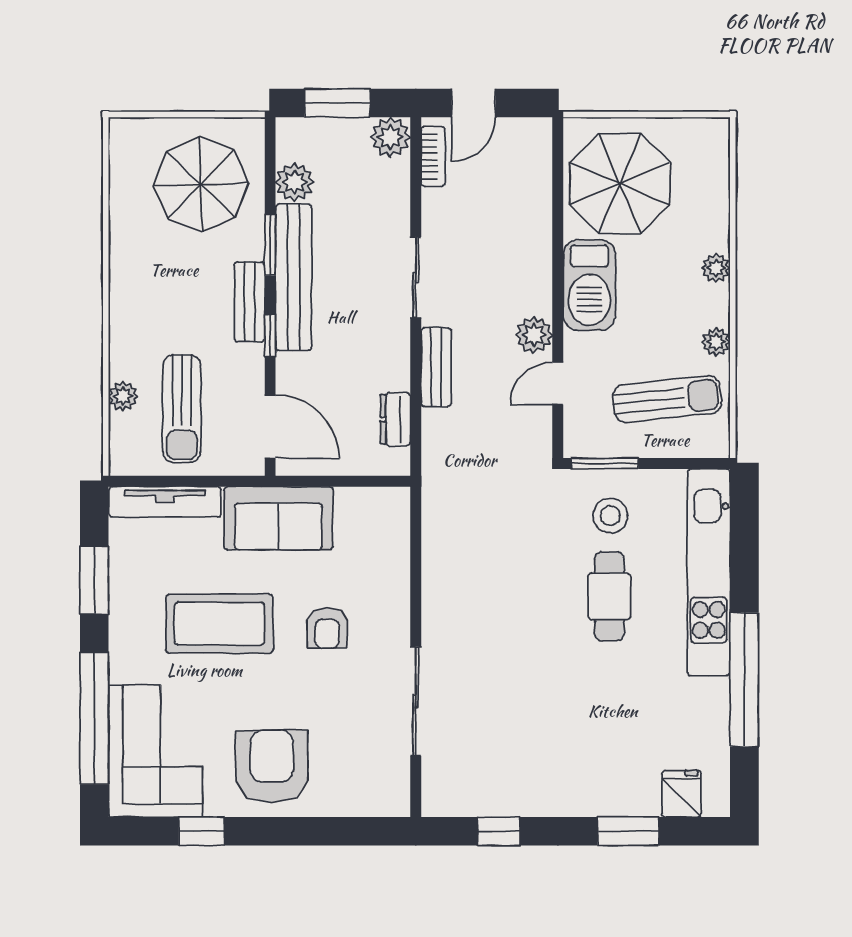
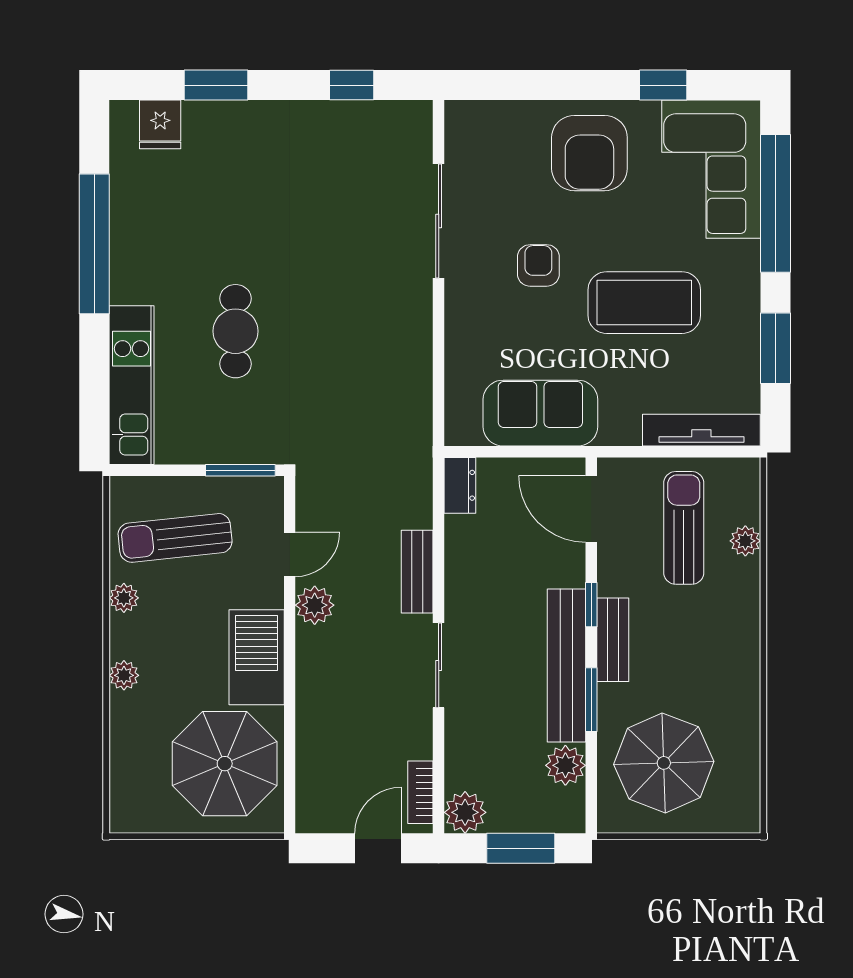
dresser: (395, 419) -> (460, 485), moved
stool: (610, 516) -> (235, 416), removed
sofa: (278, 518) -> (540, 413), moved
kitchen unit: (709, 572) -> (131, 385), width x0.73
armchair: (327, 628) -> (538, 265), moved

